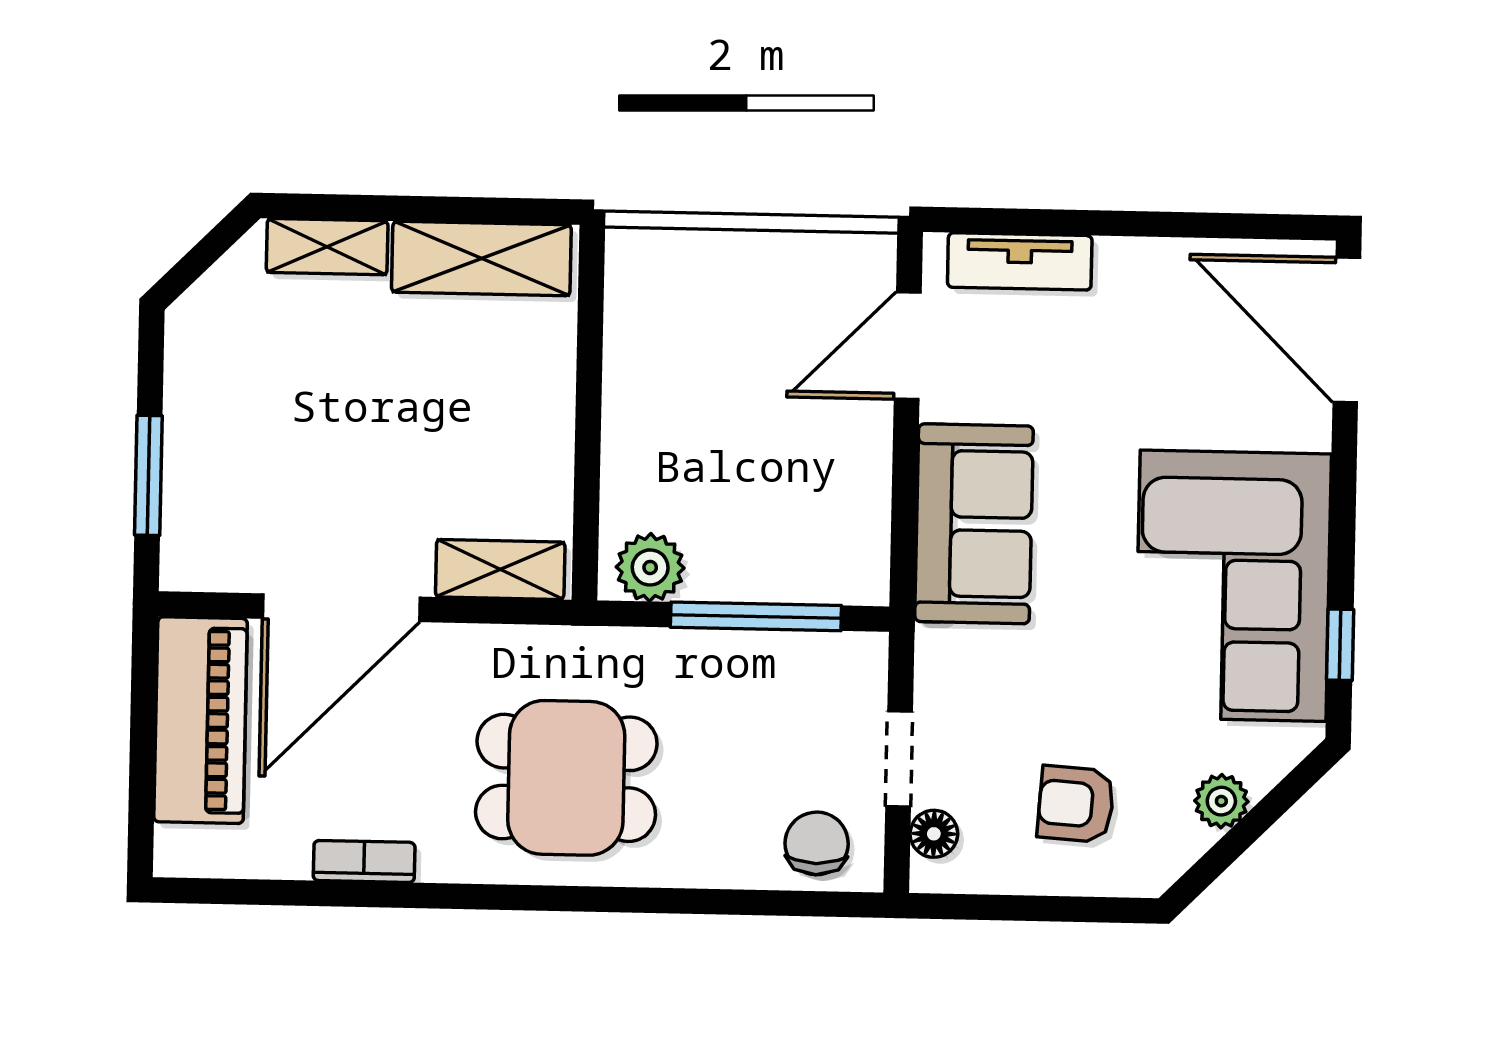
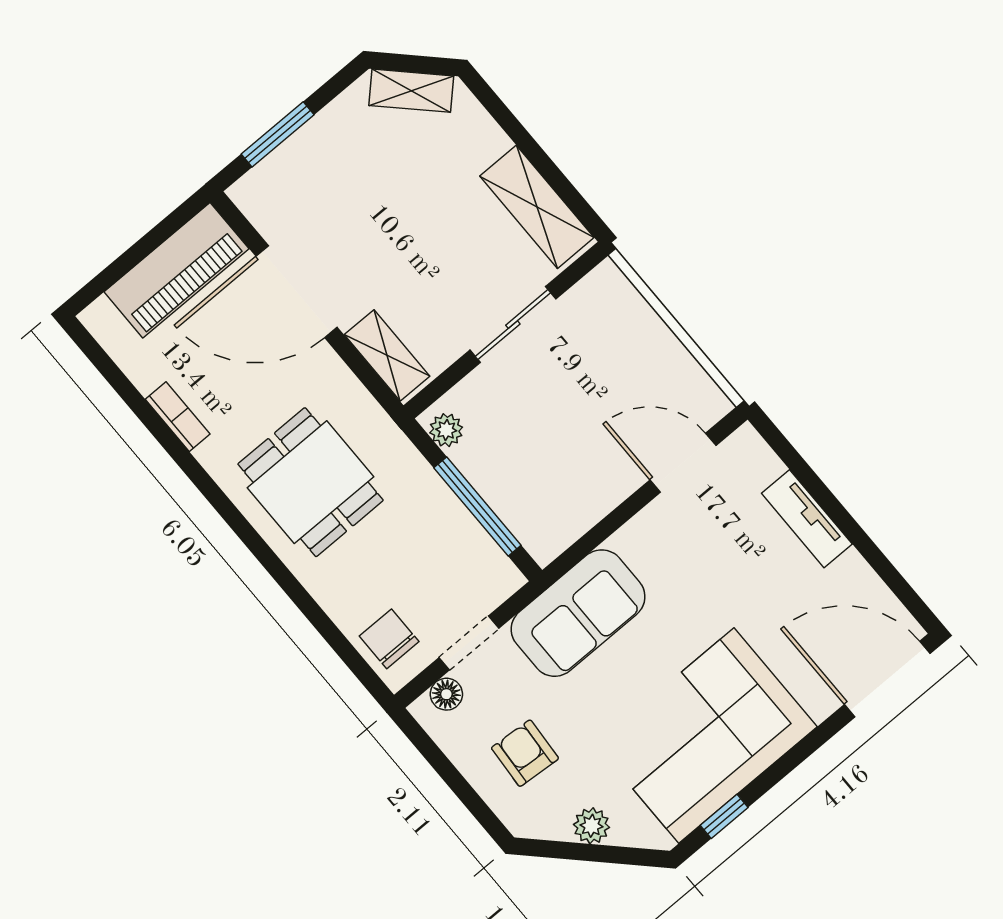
shelving: (327, 247) -> (411, 91), moved, turned -45
tv unit: (1020, 261) -> (807, 519), moved
door: (1347, 330) -> (887, 679), hinge flipped
sliding door: (589, 400) -> (513, 325), added
sofa: (974, 524) -> (578, 613), moved
plant: (650, 567) -> (446, 430), width x0.73, depth x0.73
chair: (817, 843) -> (389, 639), turned -90

